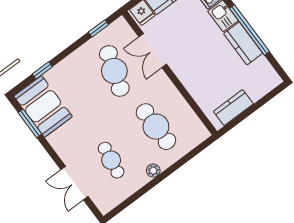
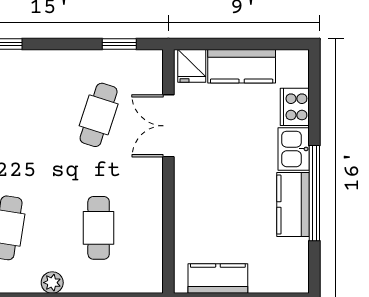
cafe table: (114, 71) -> (99, 115), width x0.73, depth x0.74
cafe table: (156, 127) -> (99, 228), width x0.73, depth x0.74

